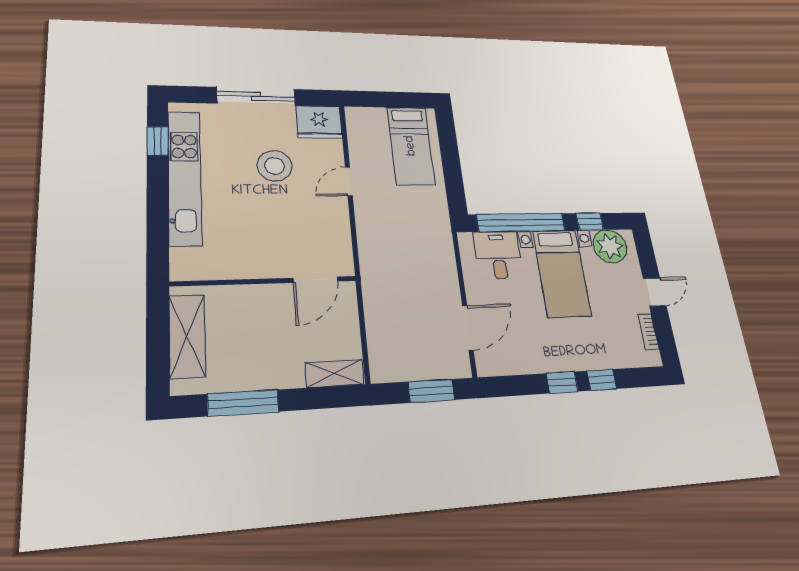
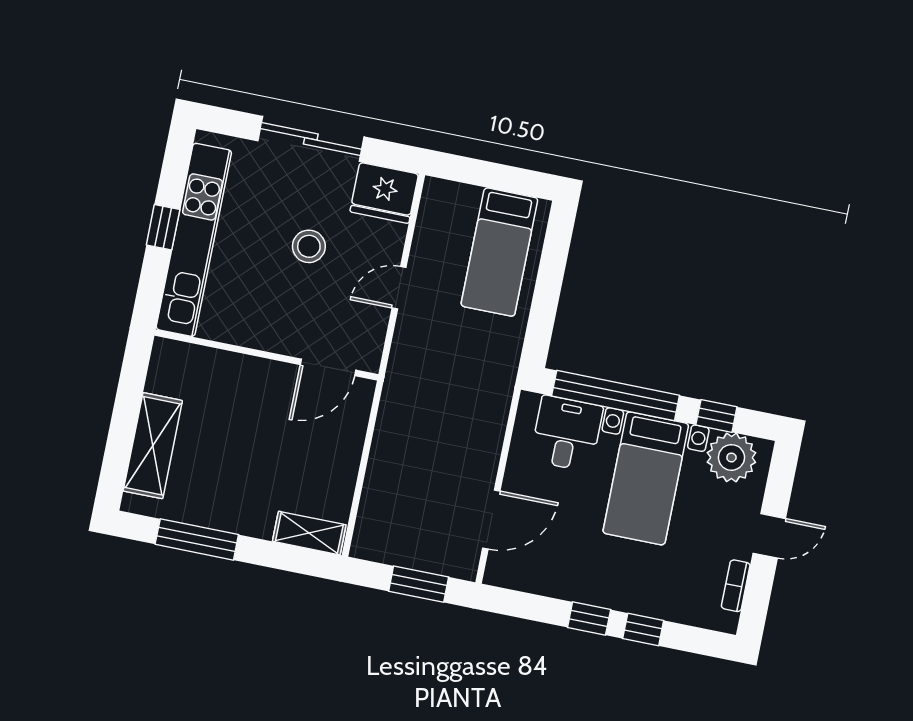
window: (158, 141) -> (163, 227), moved
stool: (275, 166) -> (309, 246), width x0.73, depth x0.73
door: (316, 280) -> (328, 367), moved
wall: (265, 281) -> (266, 355), moved

